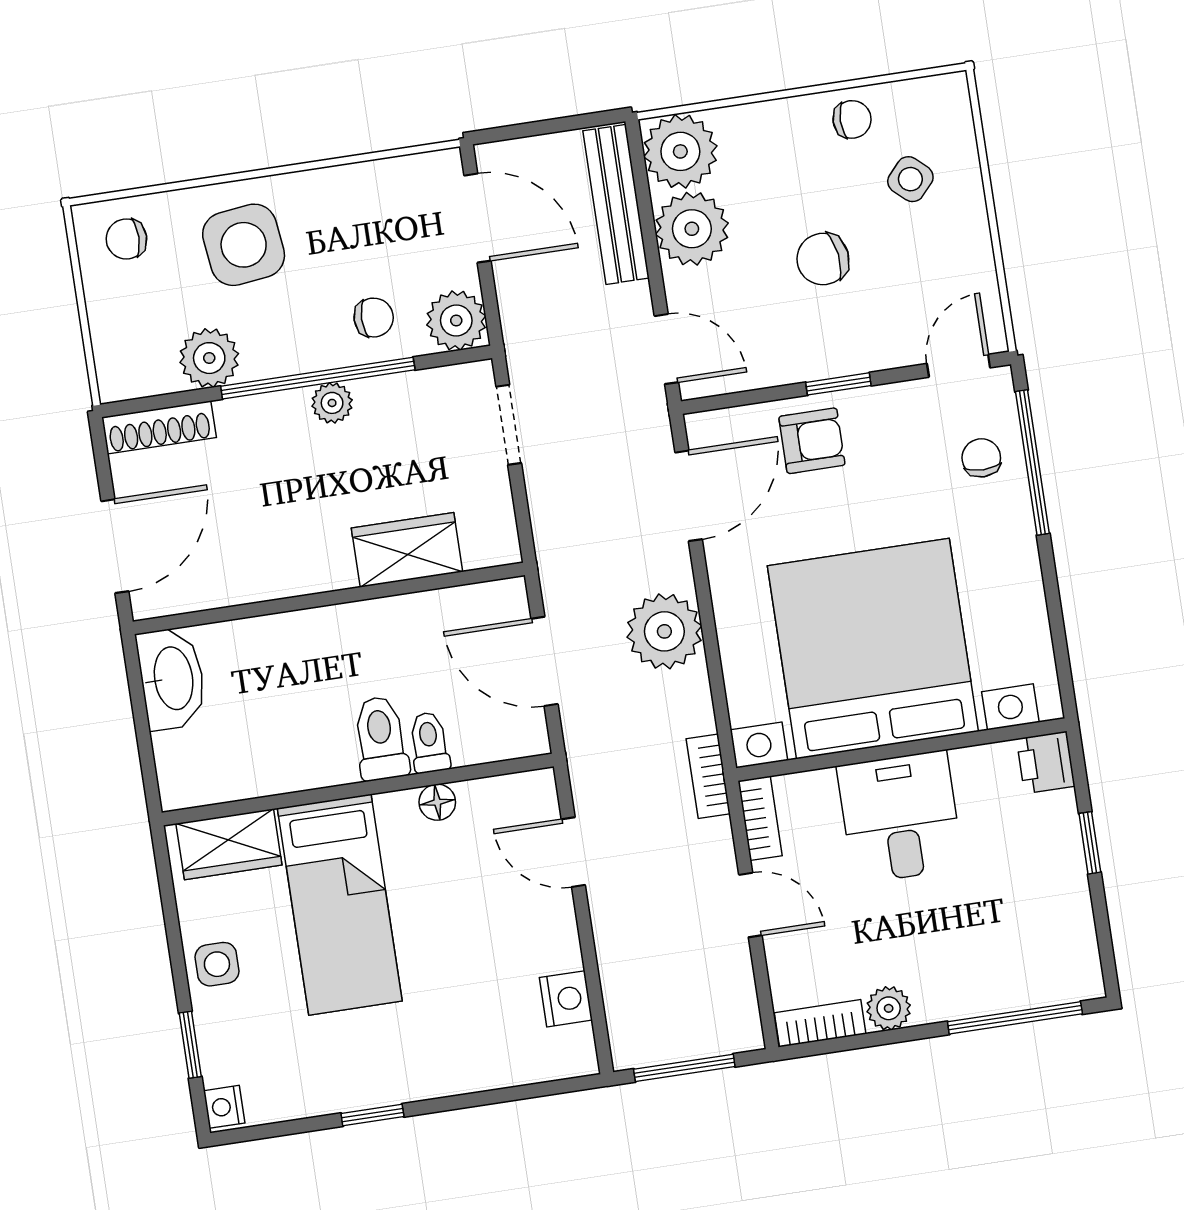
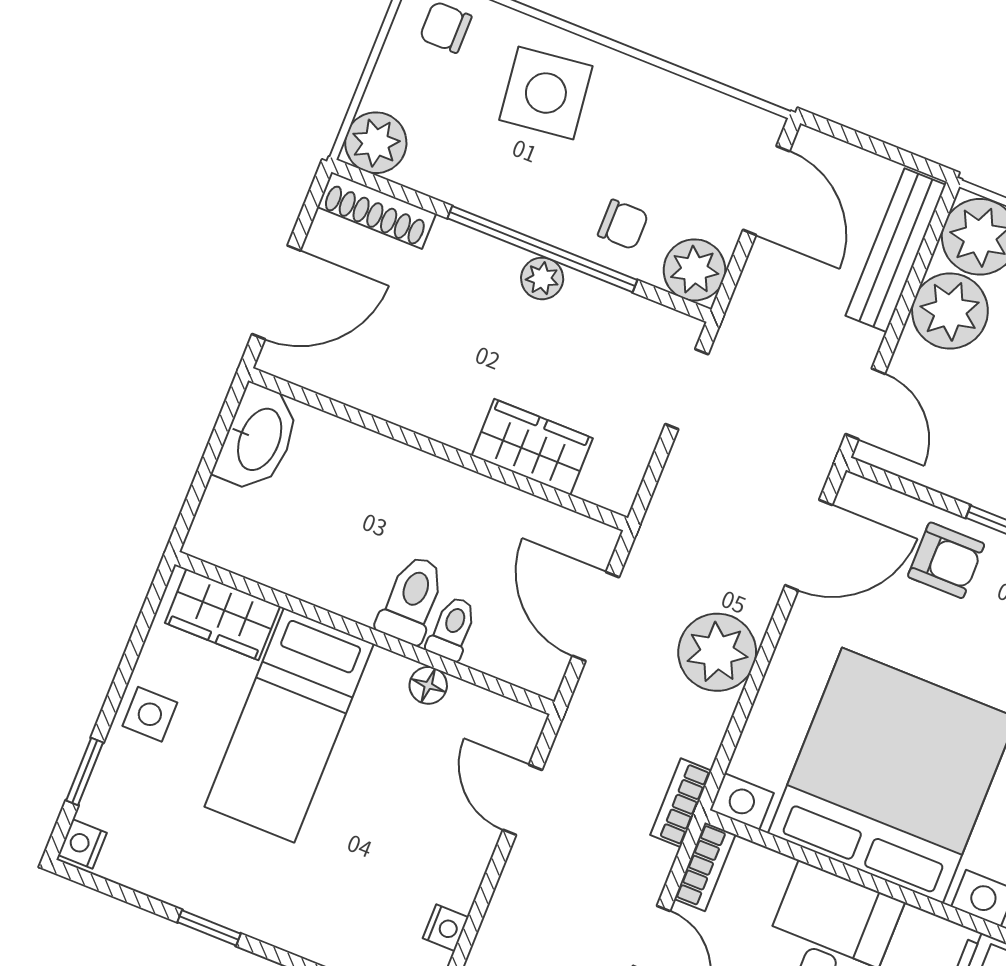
plant: (209, 358) -> (376, 143), moved
nightstand: (566, 999) -> (446, 928), width x0.72, depth x0.74

